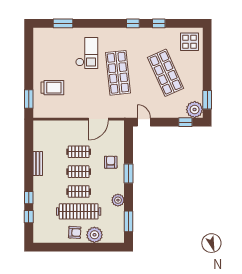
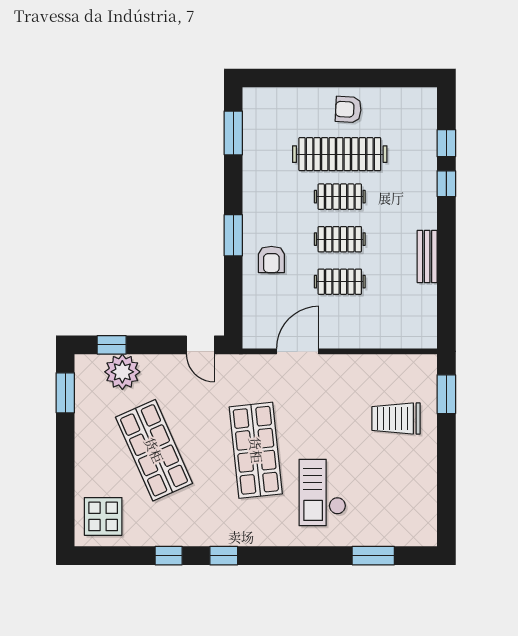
plant: (195, 110) -> (122, 372), moved
plant: (118, 200) -> (256, 178), removed
plant: (94, 235) -> (306, 104), removed

